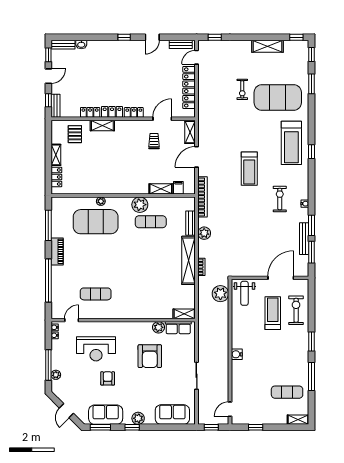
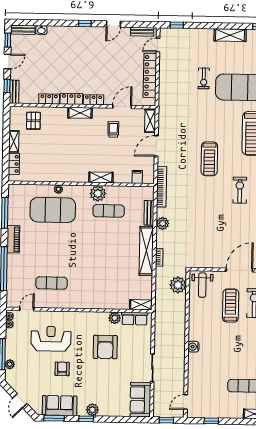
shelving: (102, 125) -> (80, 113), moved
shelving: (161, 189) -> (101, 177), moved
reception desk: (96, 349) -> (51, 339), turned 180
sofa: (172, 415) -> (140, 400), moved, turned -90

